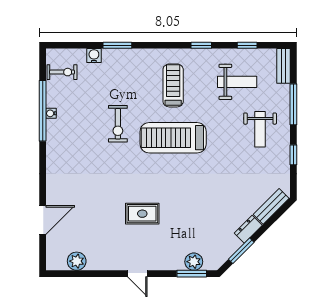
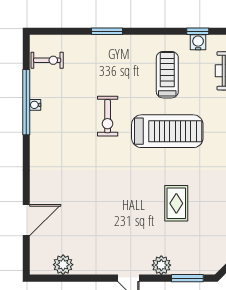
water cooler: (94, 56) -> (198, 42), moved
treadmill: (173, 138) -> (167, 131), turned 180
rug: (142, 214) -> (176, 203), moved, turned 90
plant: (194, 262) -> (161, 265), moved

